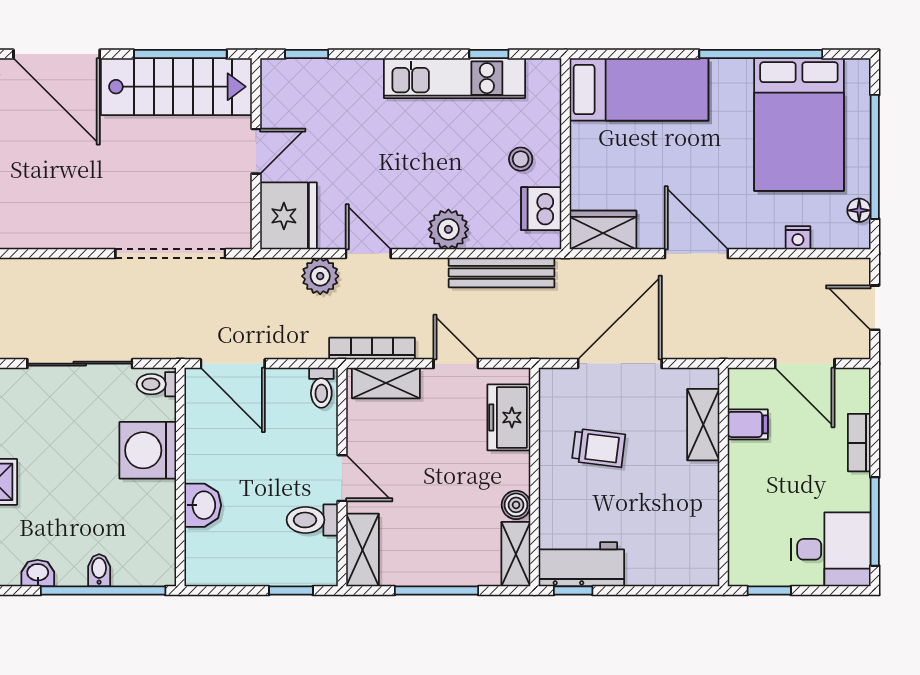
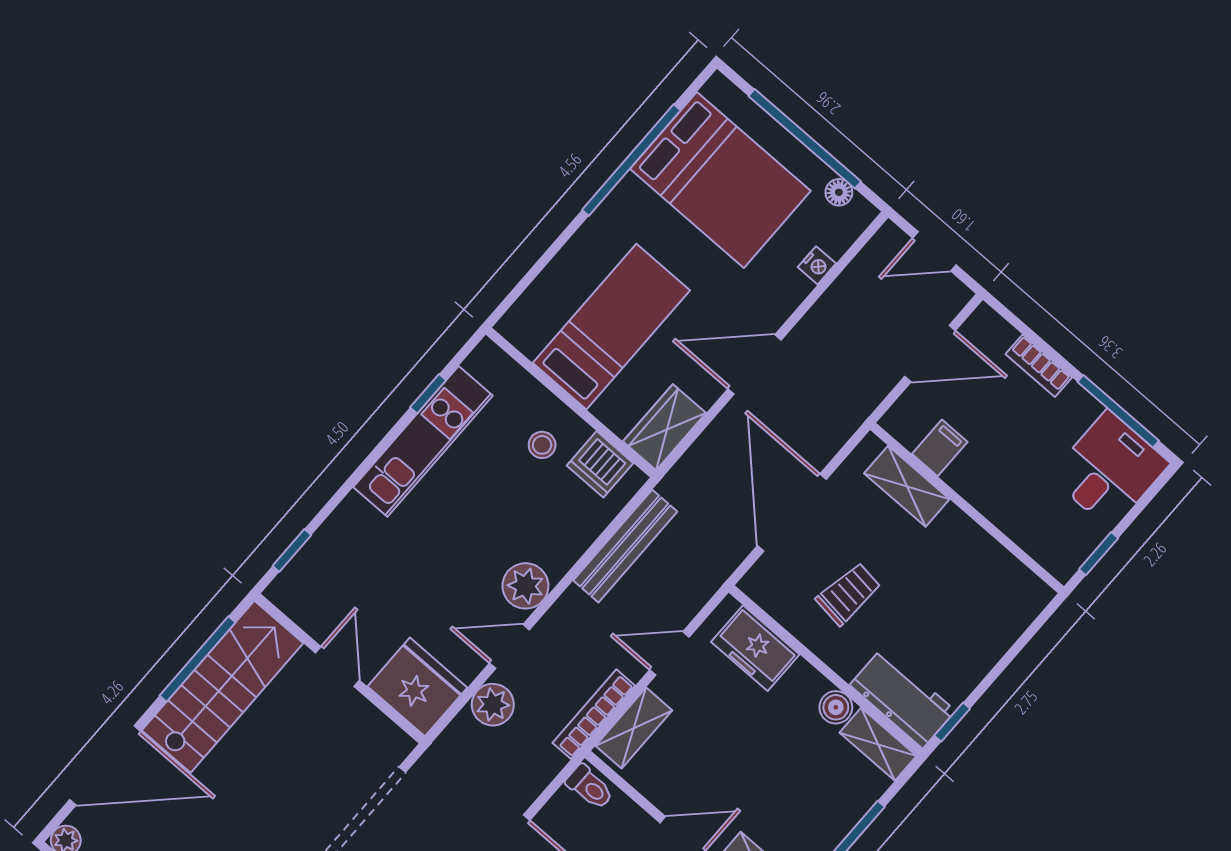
bed: (639, 89) -> (611, 327), moved
plant: (448, 229) -> (525, 586), moved
workbench: (581, 564) -> (903, 698), moved, turned 90

